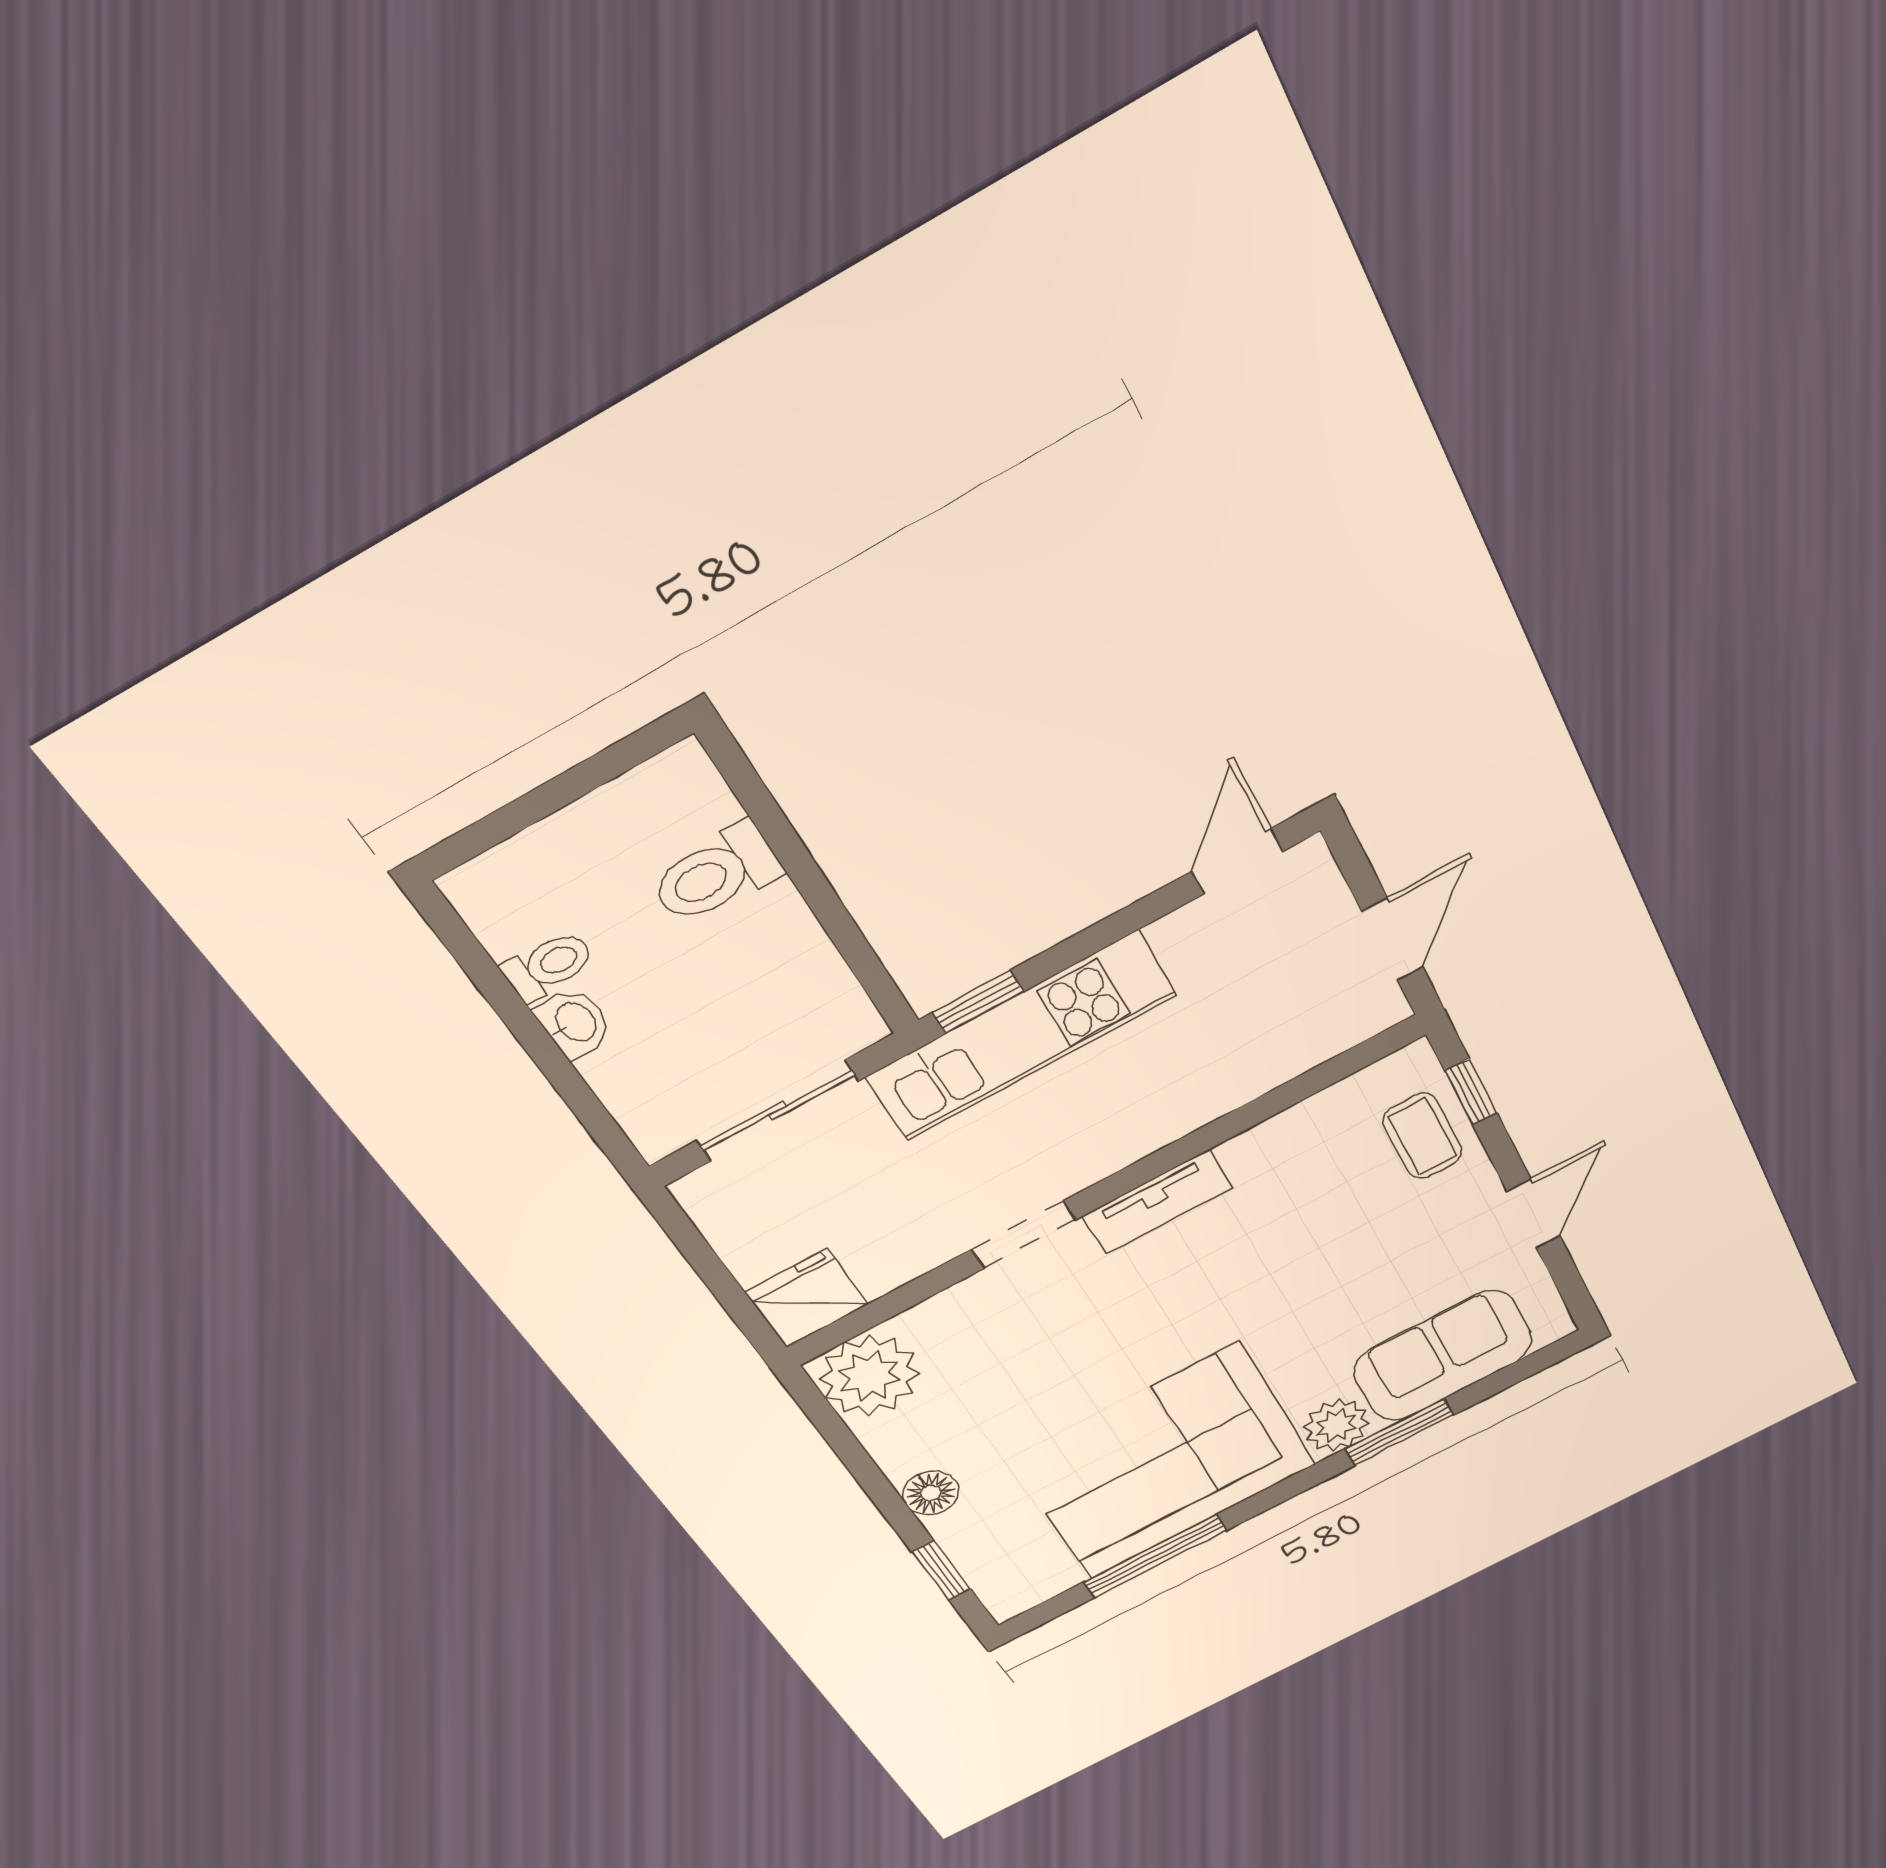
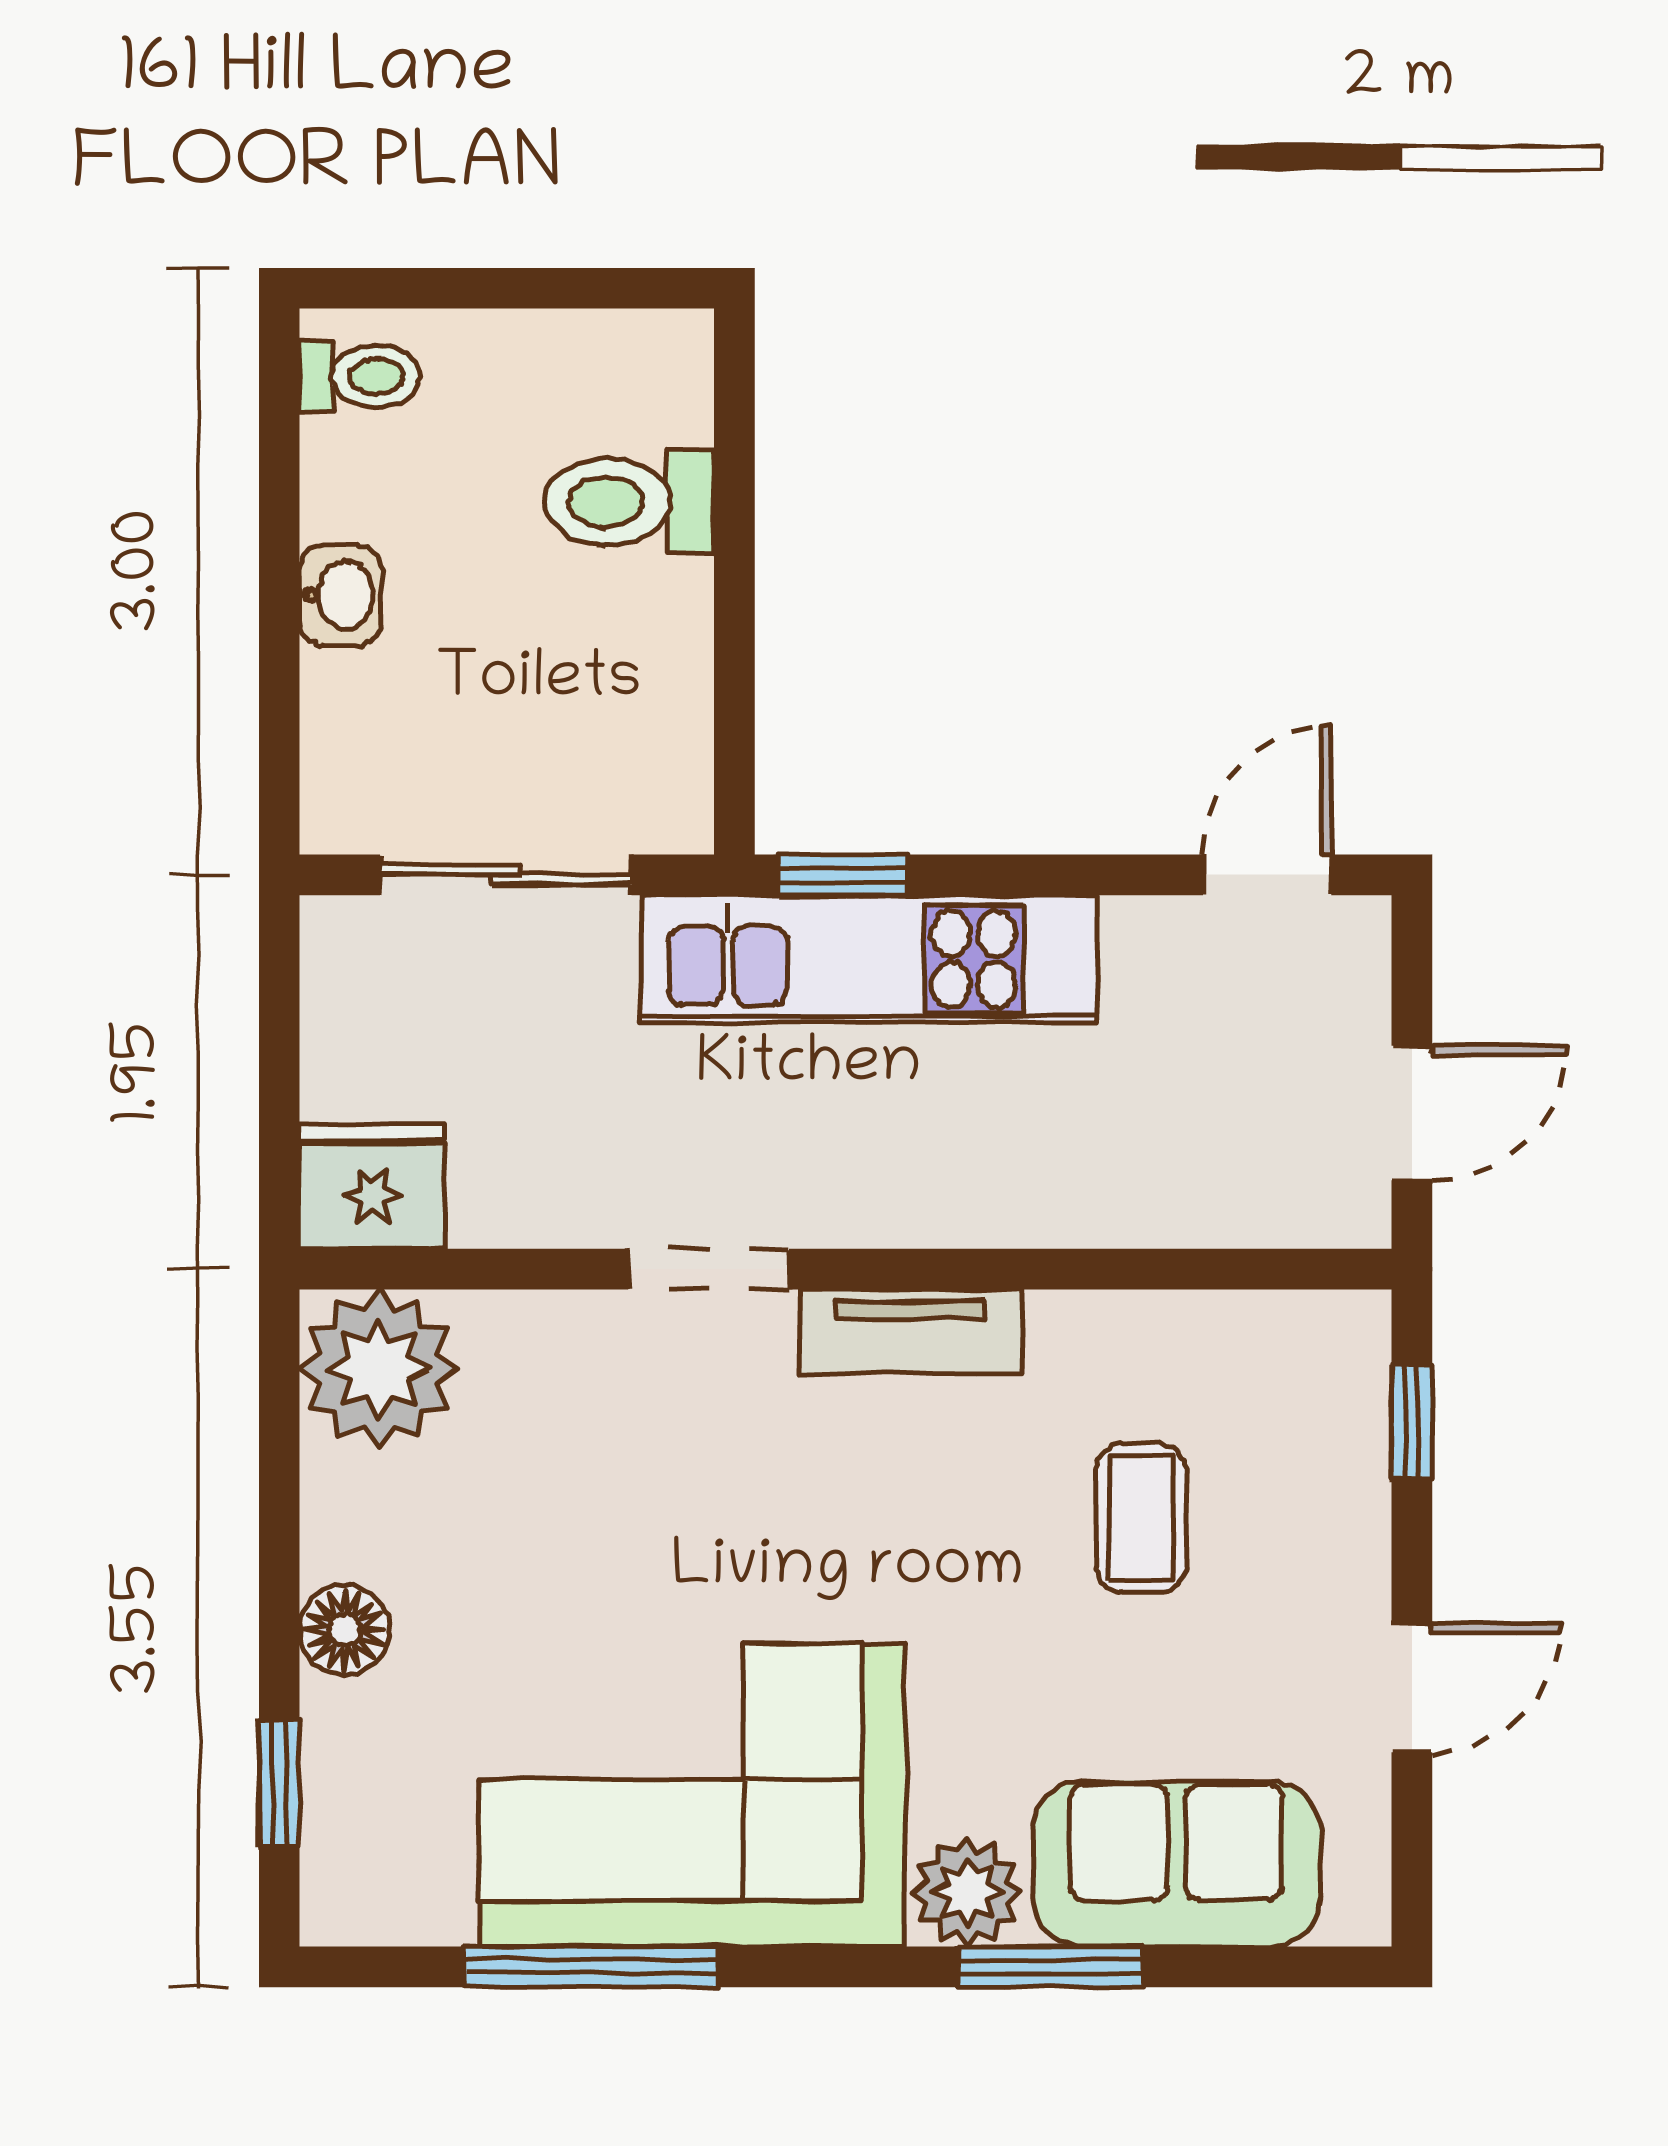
toilet: (548, 966) -> (360, 376), moved
coffee table: (1422, 1136) -> (1141, 1518), moved

